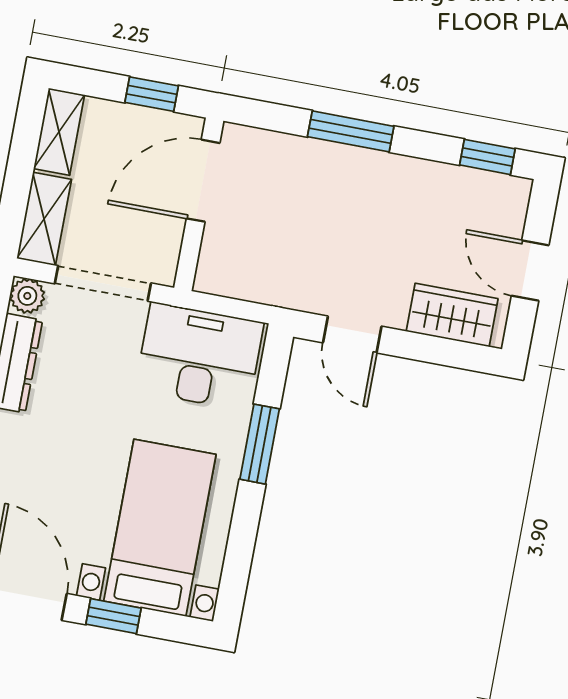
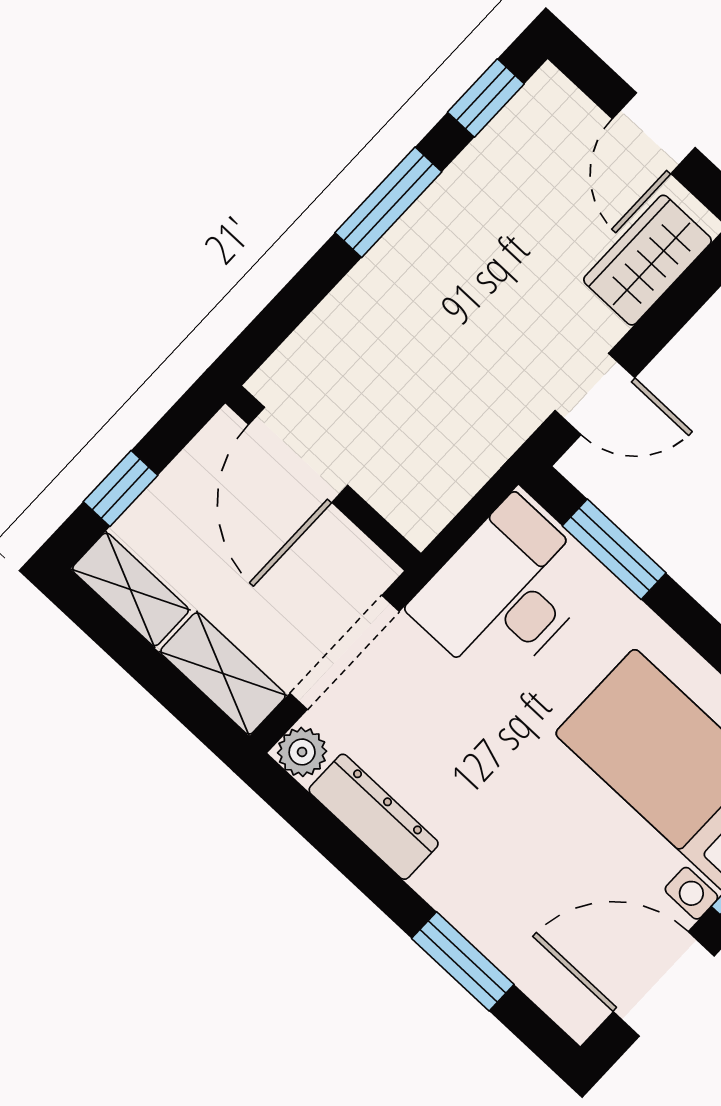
window: (152, 94) -> (121, 488), moved
window: (351, 131) -> (388, 202), moved
door: (530, 270) -> (654, 133), hinge flipped
window: (260, 444) -> (614, 549), moved

